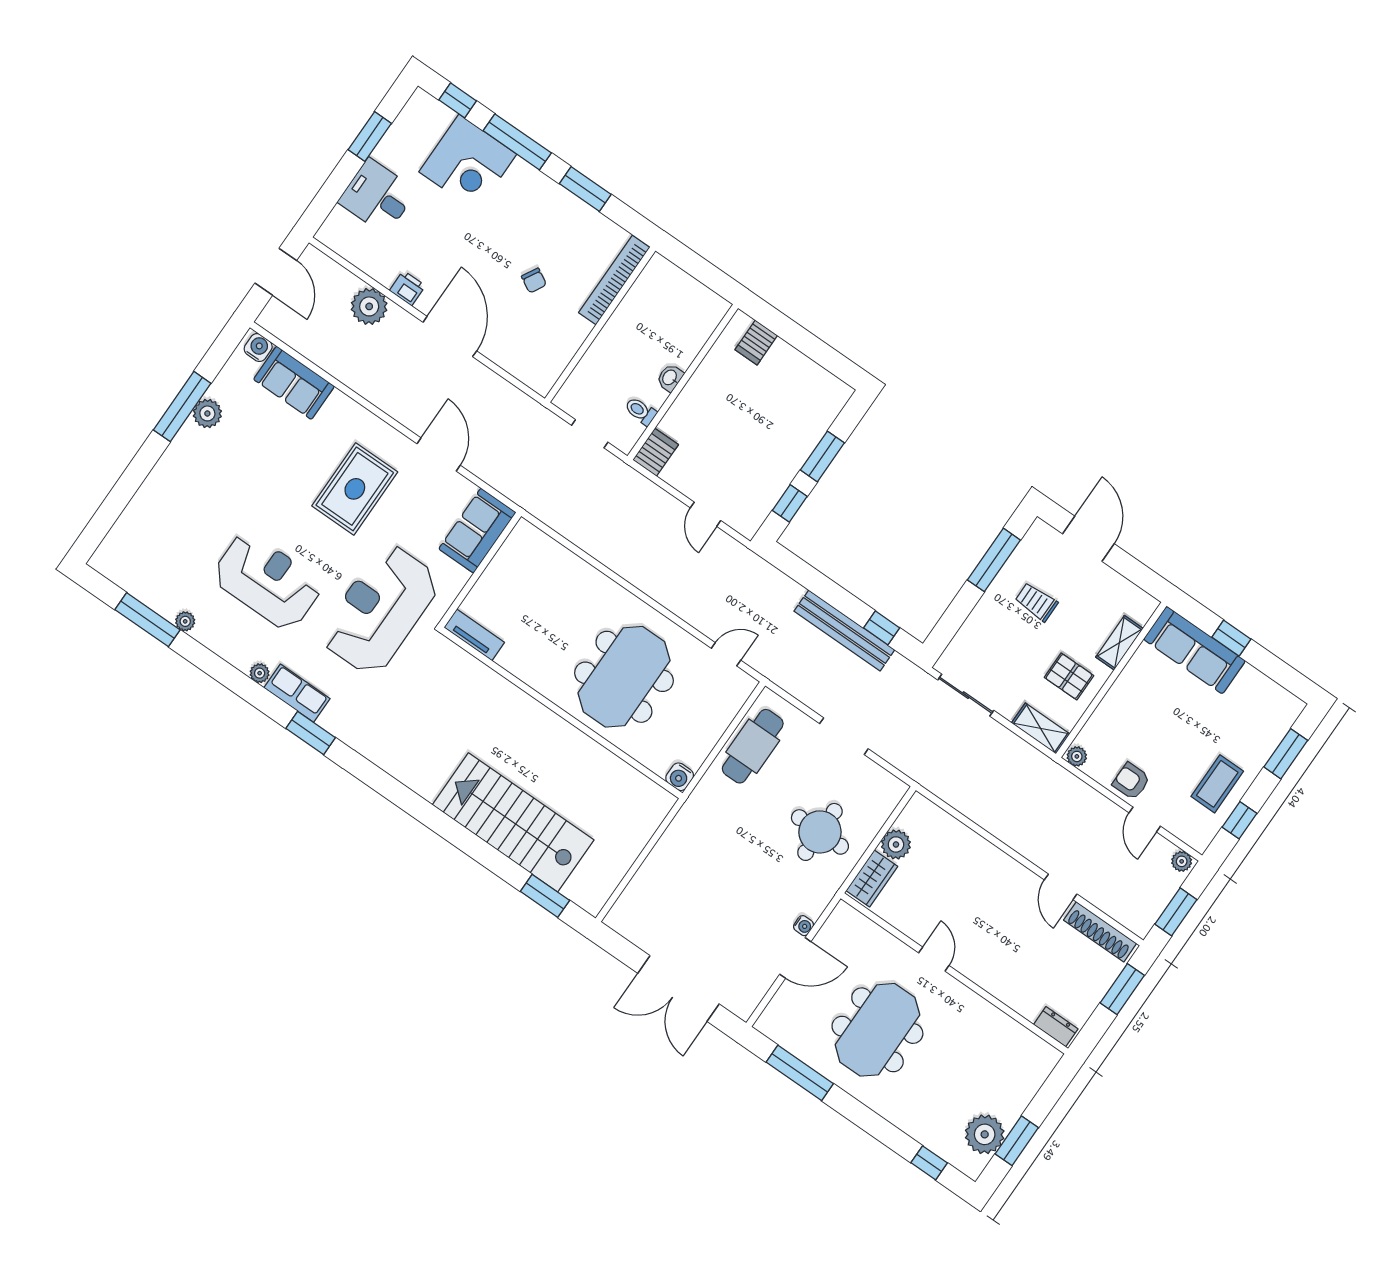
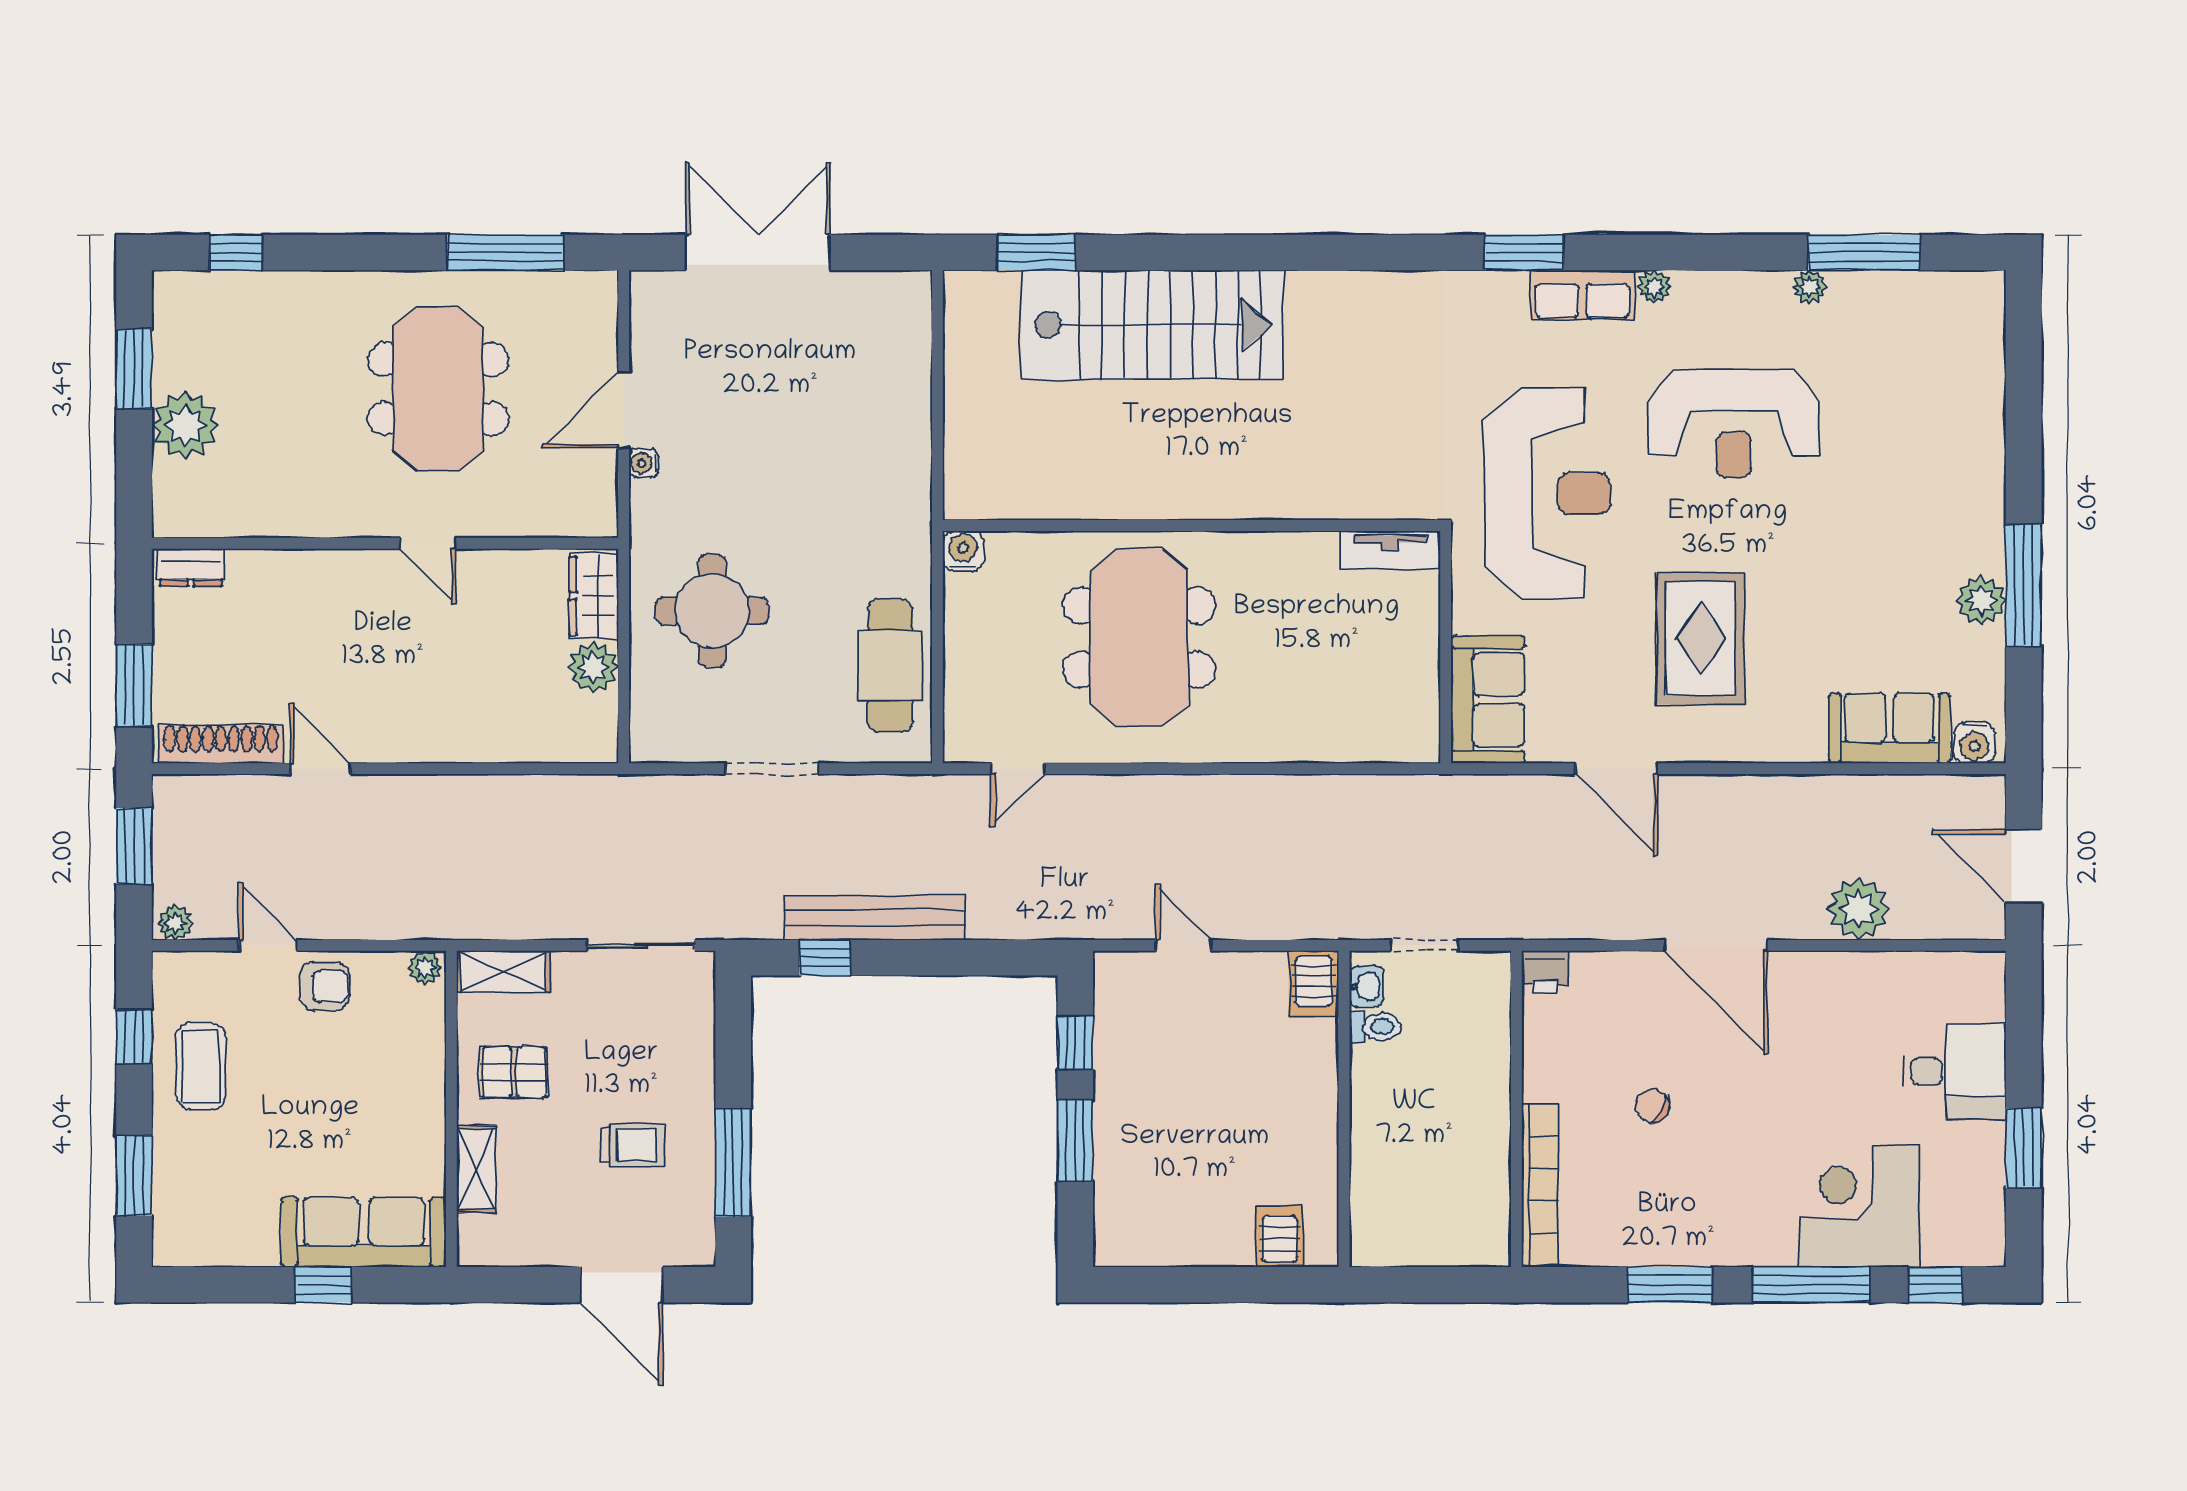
printer: (407, 288) -> (1545, 972), moved
washbasin: (670, 378) -> (1366, 986), moved
plant: (985, 1134) -> (185, 425), moved

